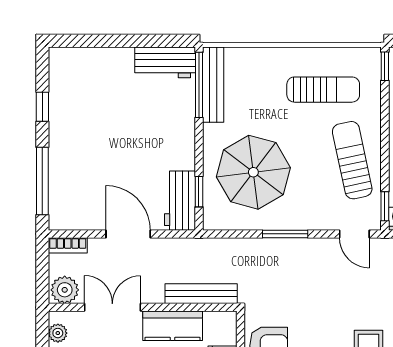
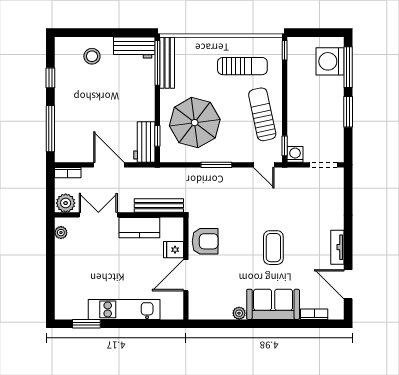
stool: (103, 75) -> (92, 56), added

